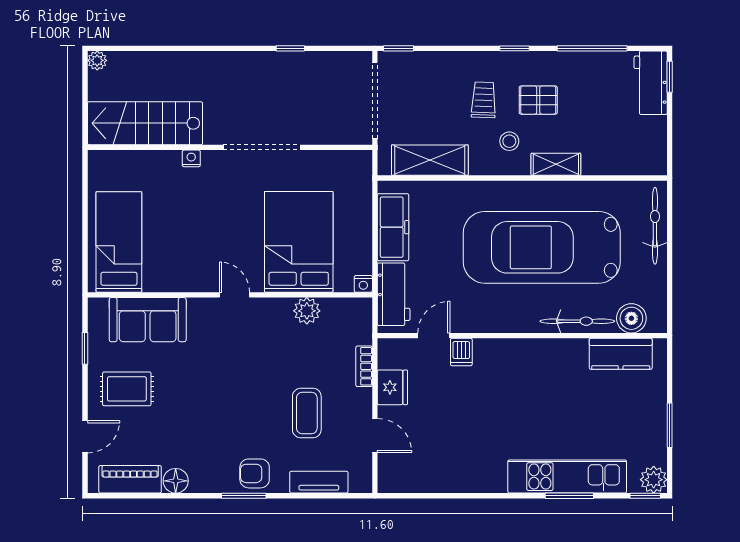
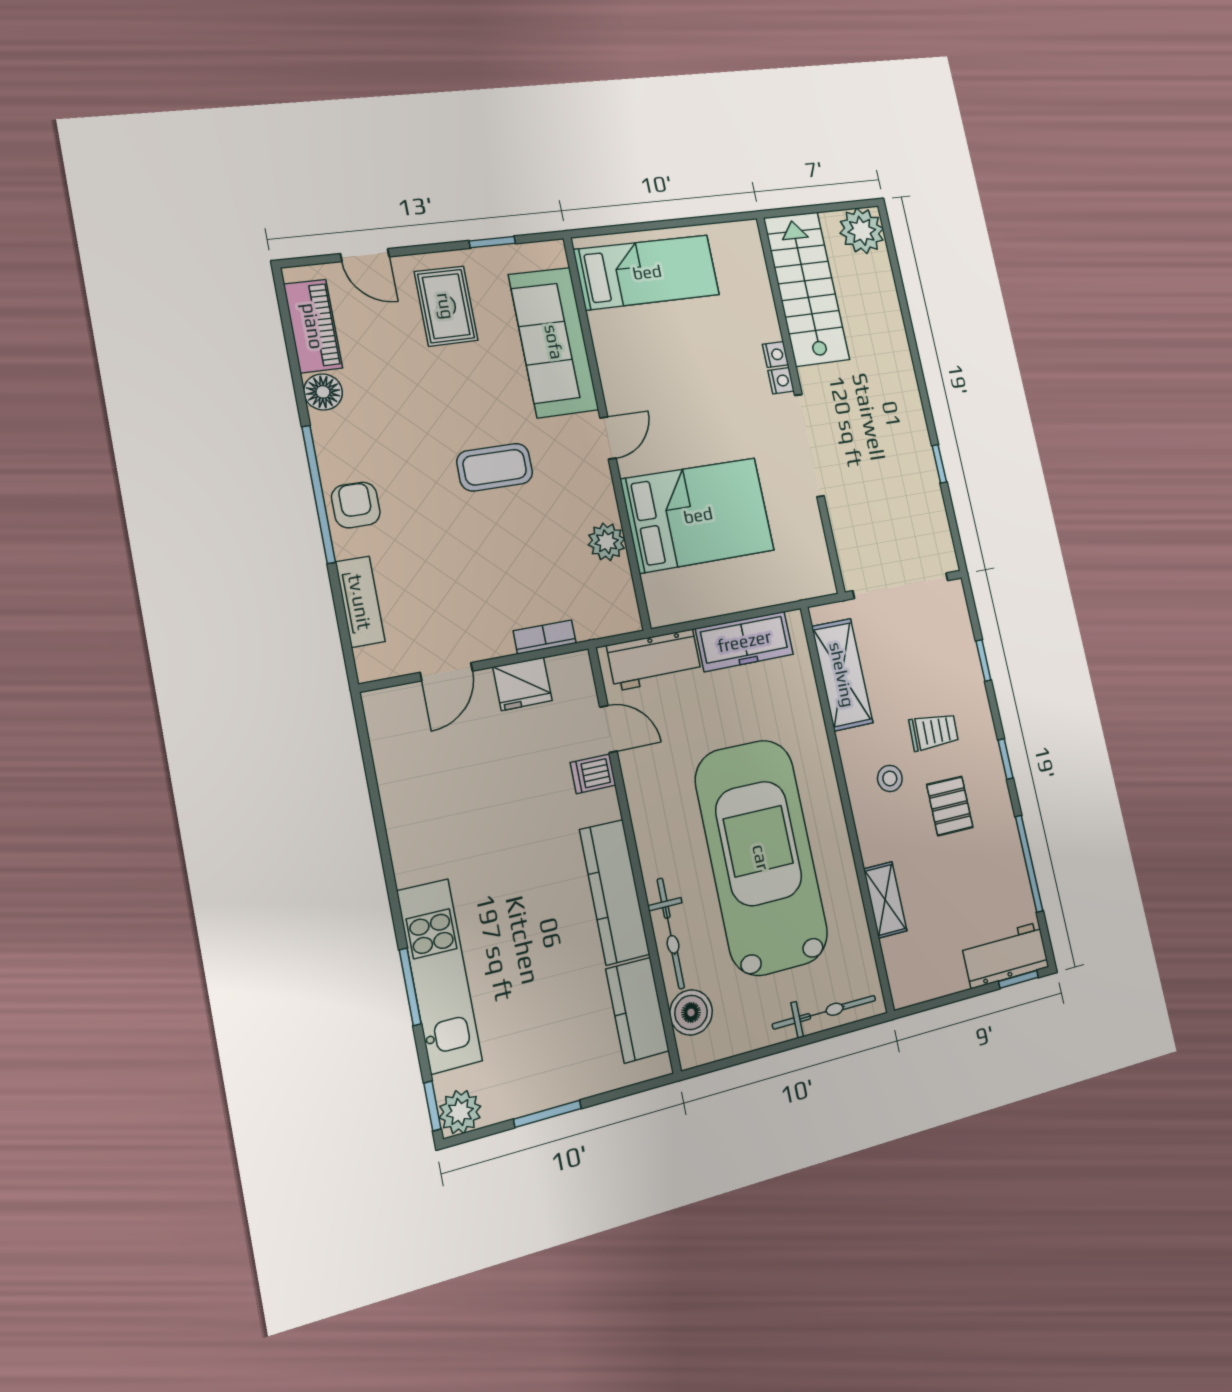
window: (399, 48) -> (983, 661), moved
plant: (97, 60) -> (862, 231), width x1.88, depth x1.88
shelving: (556, 164) -> (885, 900), moved
nightstand: (363, 284) -> (781, 381), moved, turned 180
sofa: (148, 320) -> (554, 342), width x1.36
kitchen counter: (541, 353) -> (615, 892), added
coffee table: (307, 413) -> (495, 467), moved
window: (244, 496) -> (319, 494), width x2.11

